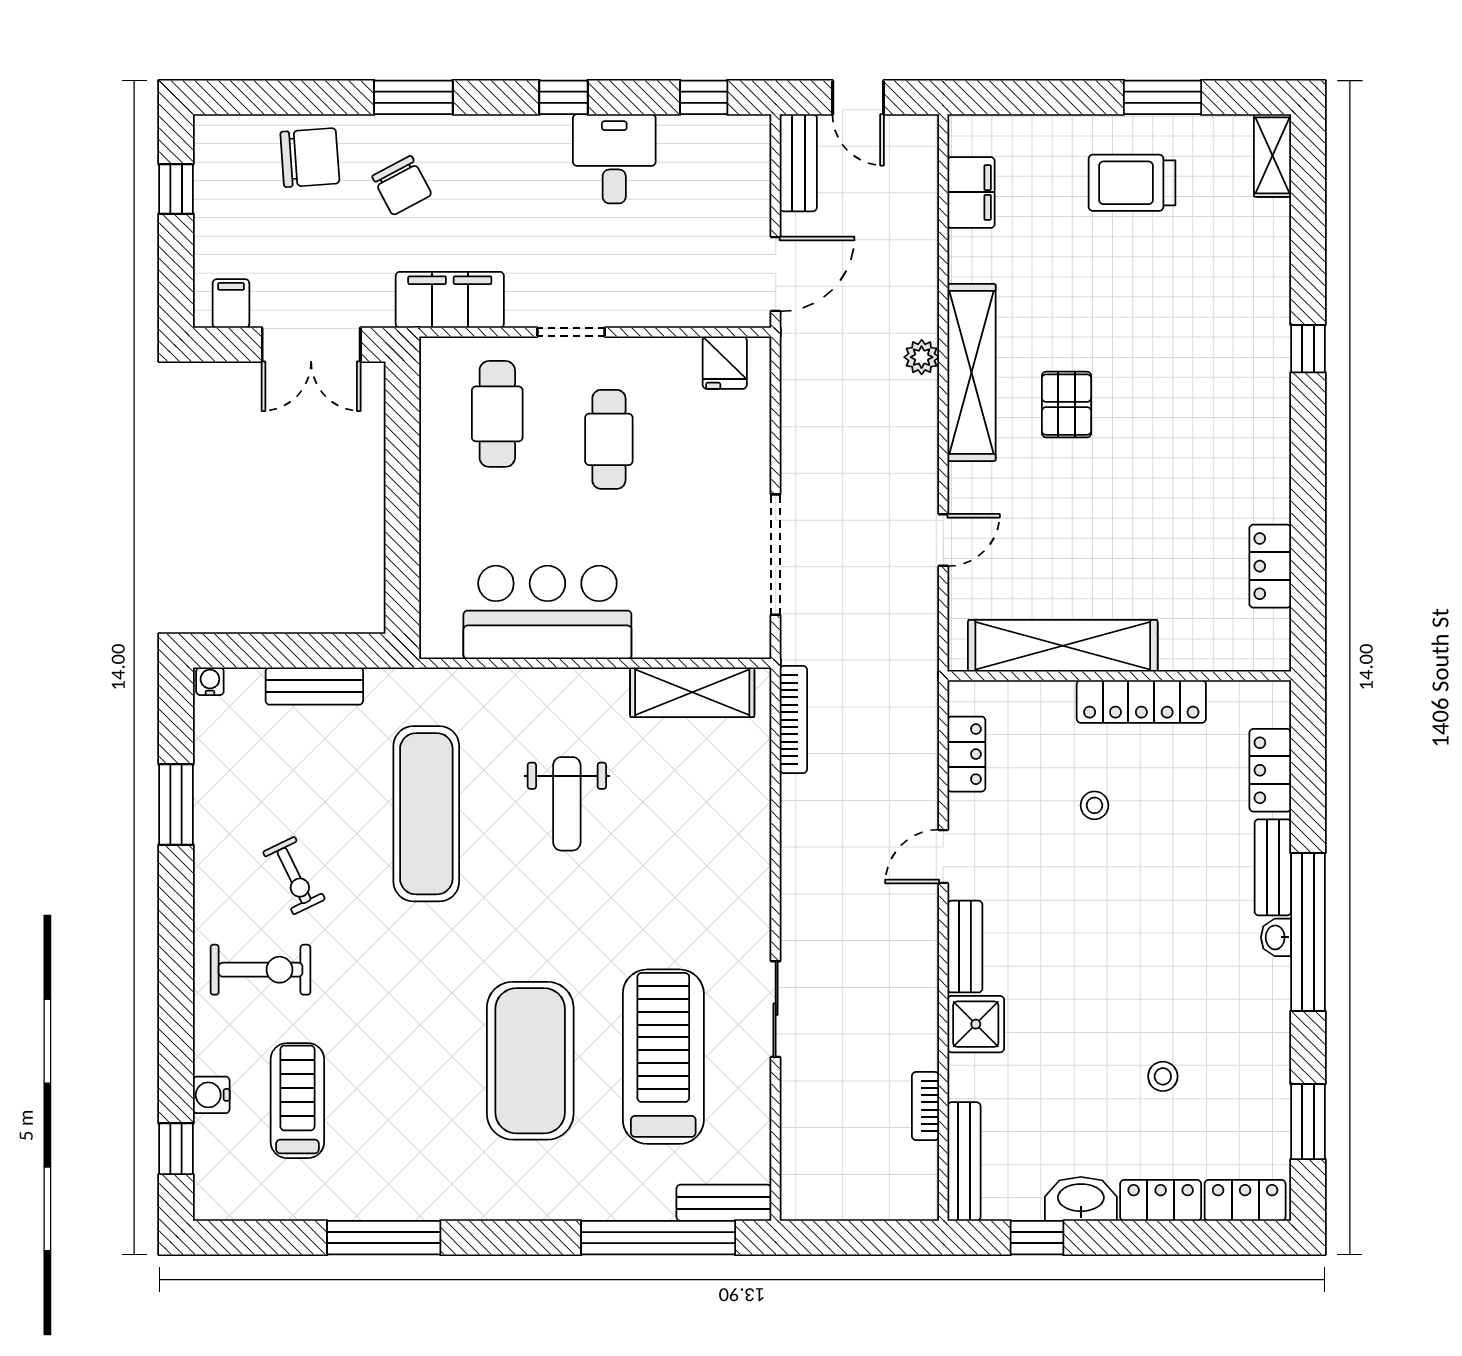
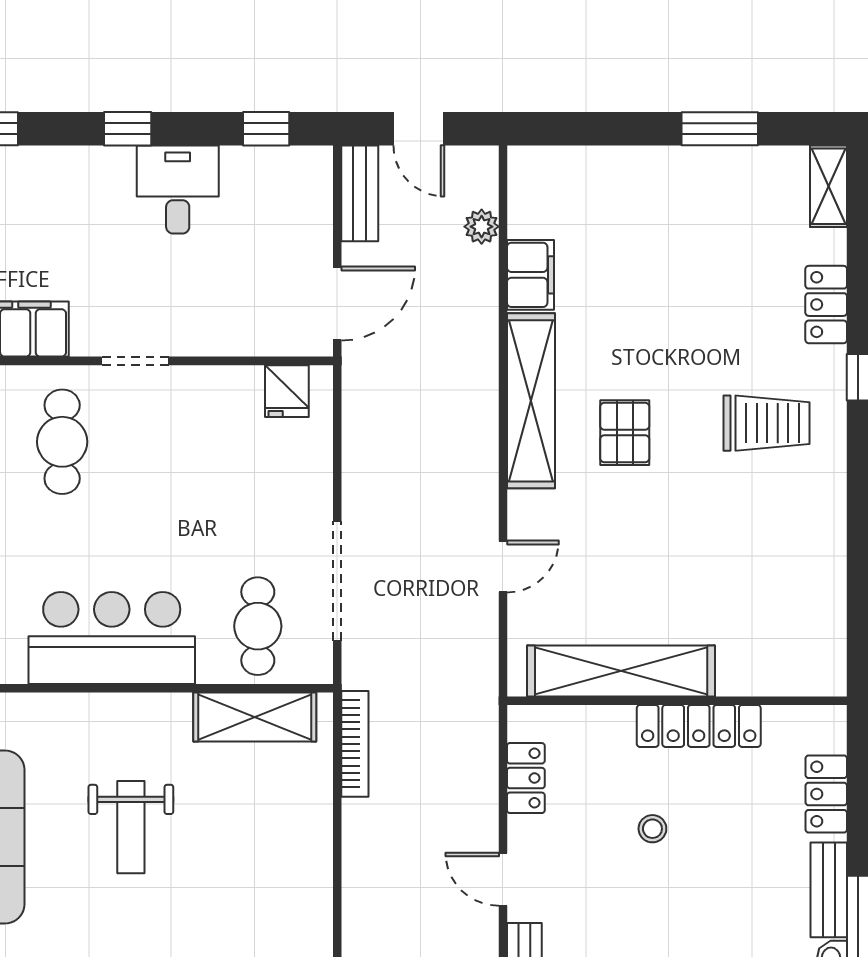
trolley: (1132, 183) -> (767, 423), moved, turned 180
filing cabinet: (971, 192) -> (530, 275), moved
plant: (922, 357) -> (482, 227), moved
cafe table: (609, 439) -> (258, 626), moved
locker: (1270, 566) -> (826, 305), moved
door: (943, 856) -> (503, 879), hinge flipped

